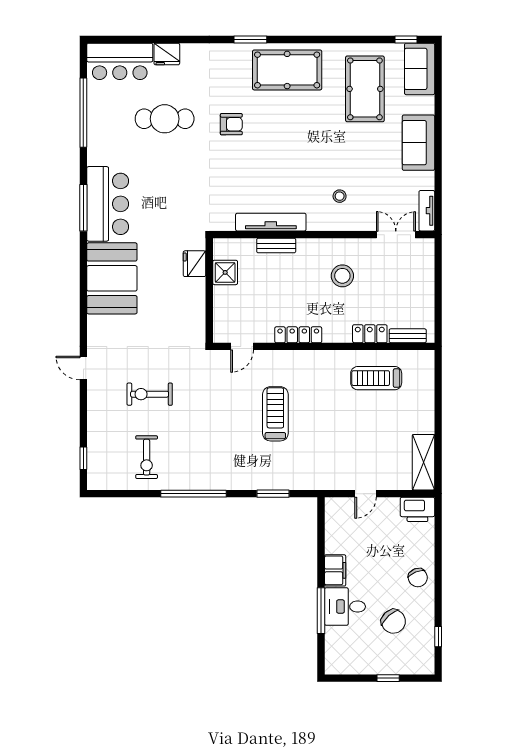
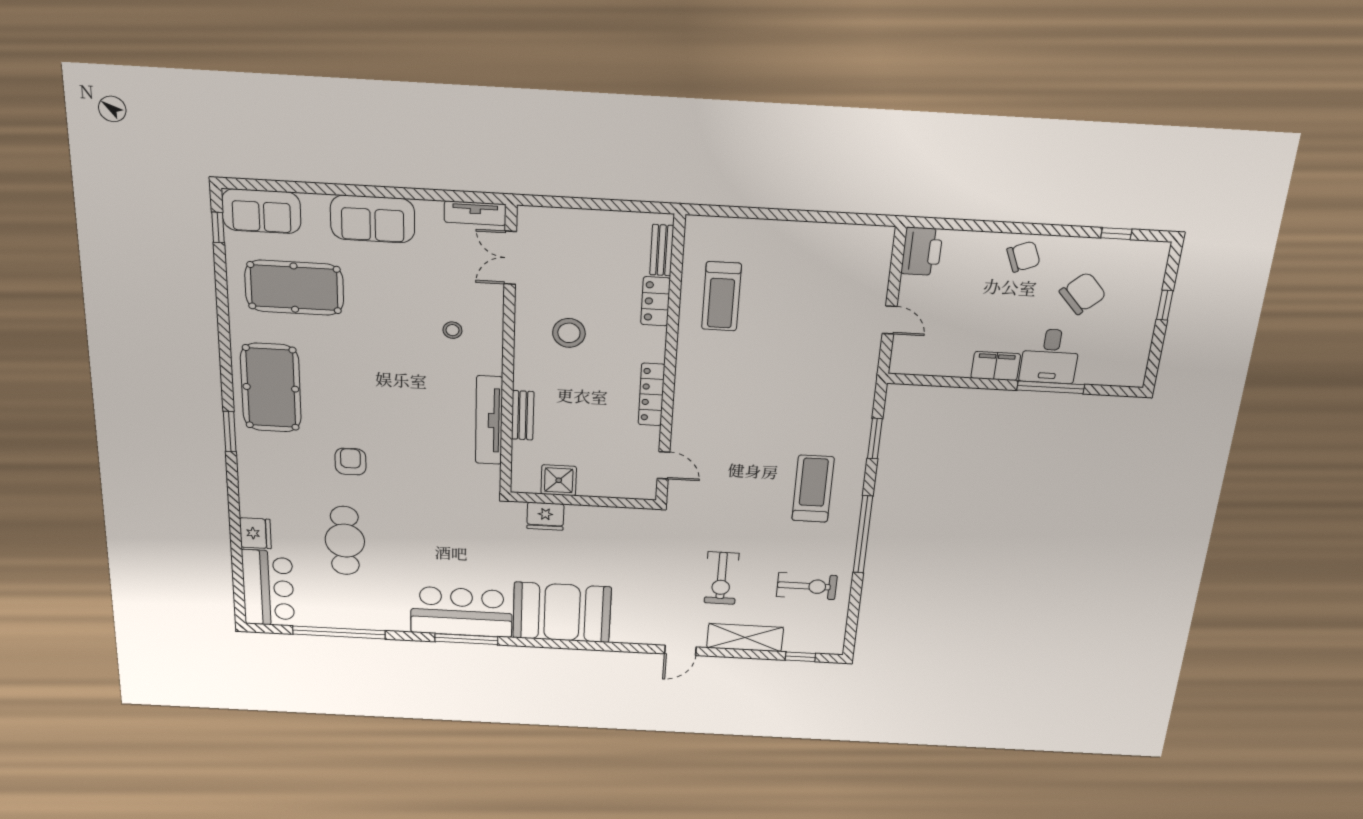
treadmill: (275, 414) -> (813, 489), moved, turned 90
shelving: (423, 462) -> (745, 638), moved

